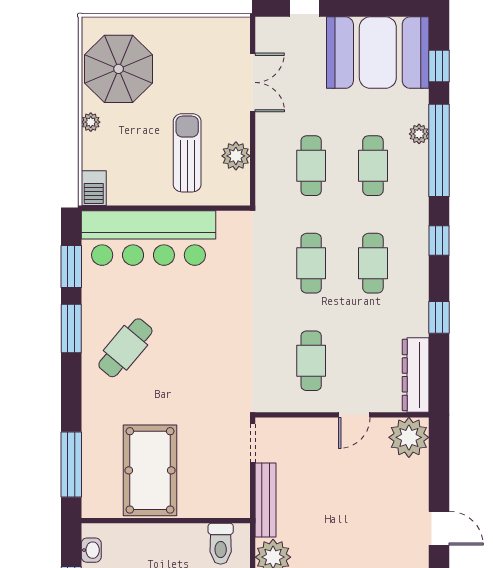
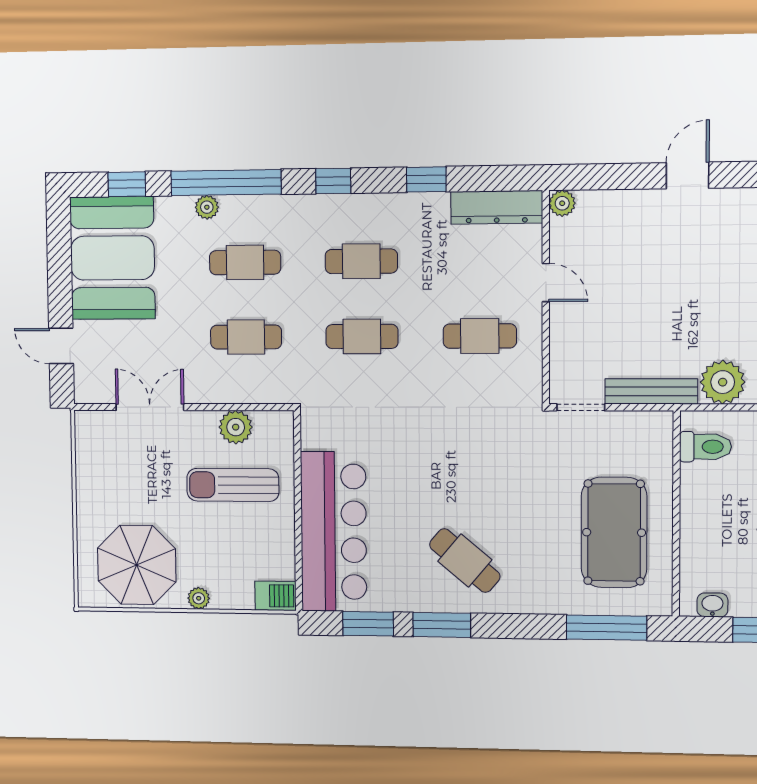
plant: (409, 437) -> (562, 203), width x0.53, depth x0.53
pool table: (150, 470) -> (614, 532), turned 90

